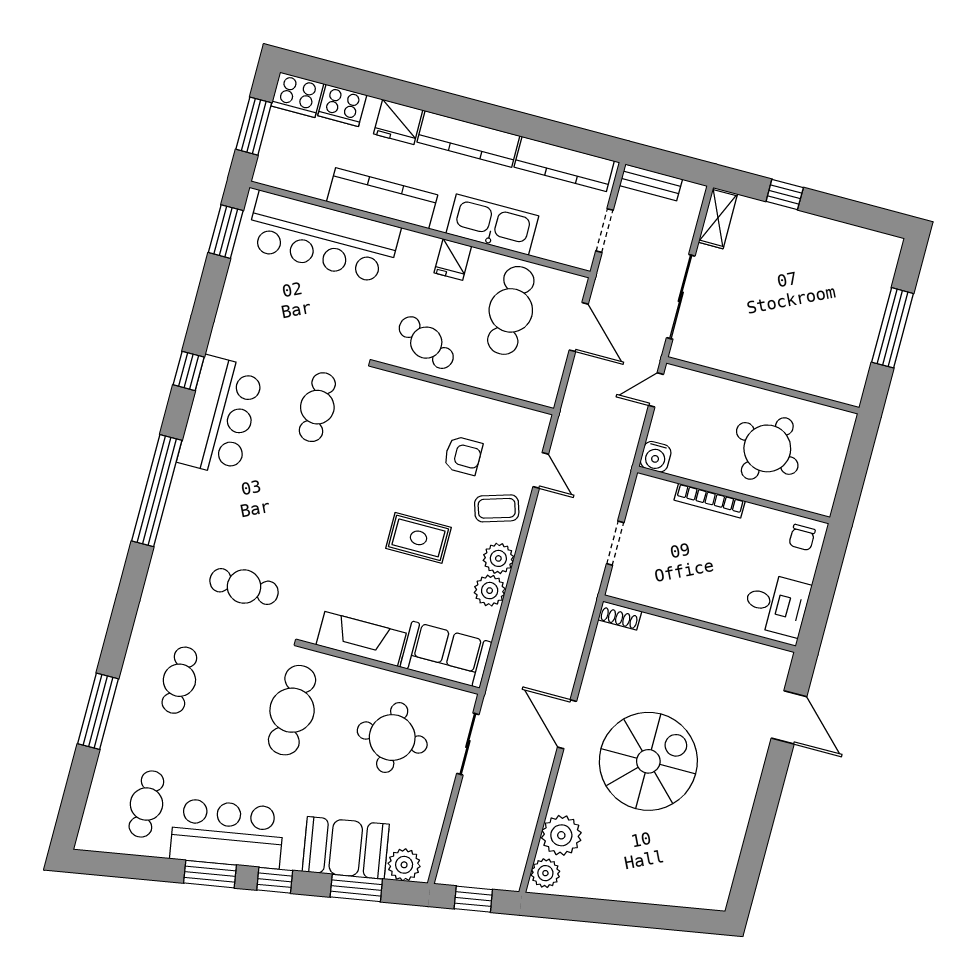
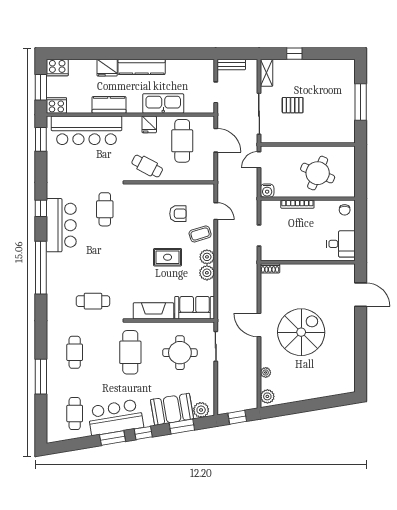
cooker: (342, 105) -> (56, 105), moved, turned 180
kitchen counter: (564, 164) -> (189, 67), removed
kitchen counter: (382, 198) -> (109, 105), width x0.67
pallet: (753, 298) -> (293, 105), added
plant: (561, 835) -> (266, 372), width x0.53, depth x0.53

